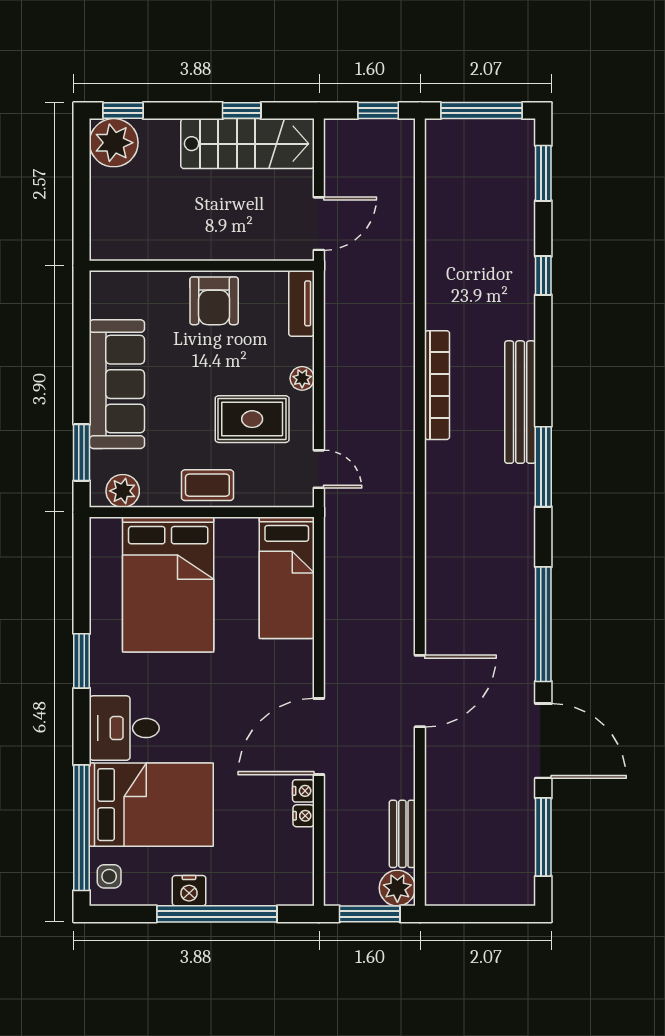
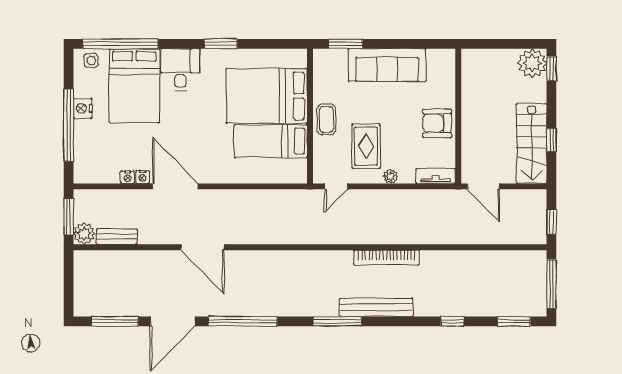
plant: (123, 491) -> (323, 69), removed
bed: (287, 578) -> (271, 141), moved

